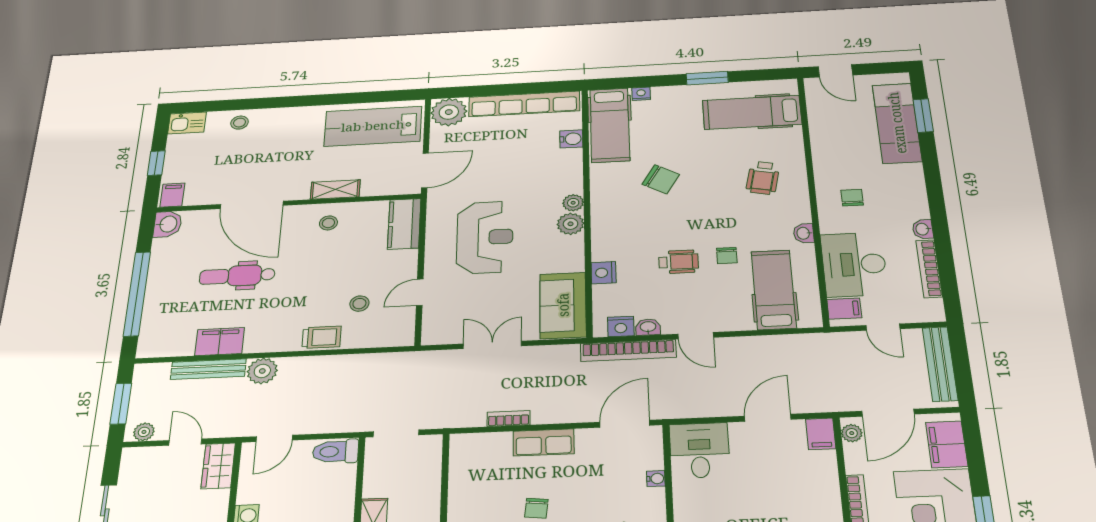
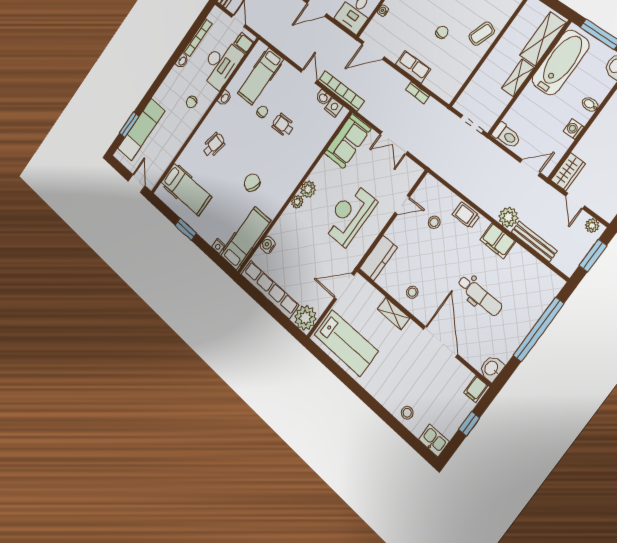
nightstand: (604, 273) -> (317, 146), removed
filing cabinet: (220, 342) -> (498, 241), moved

